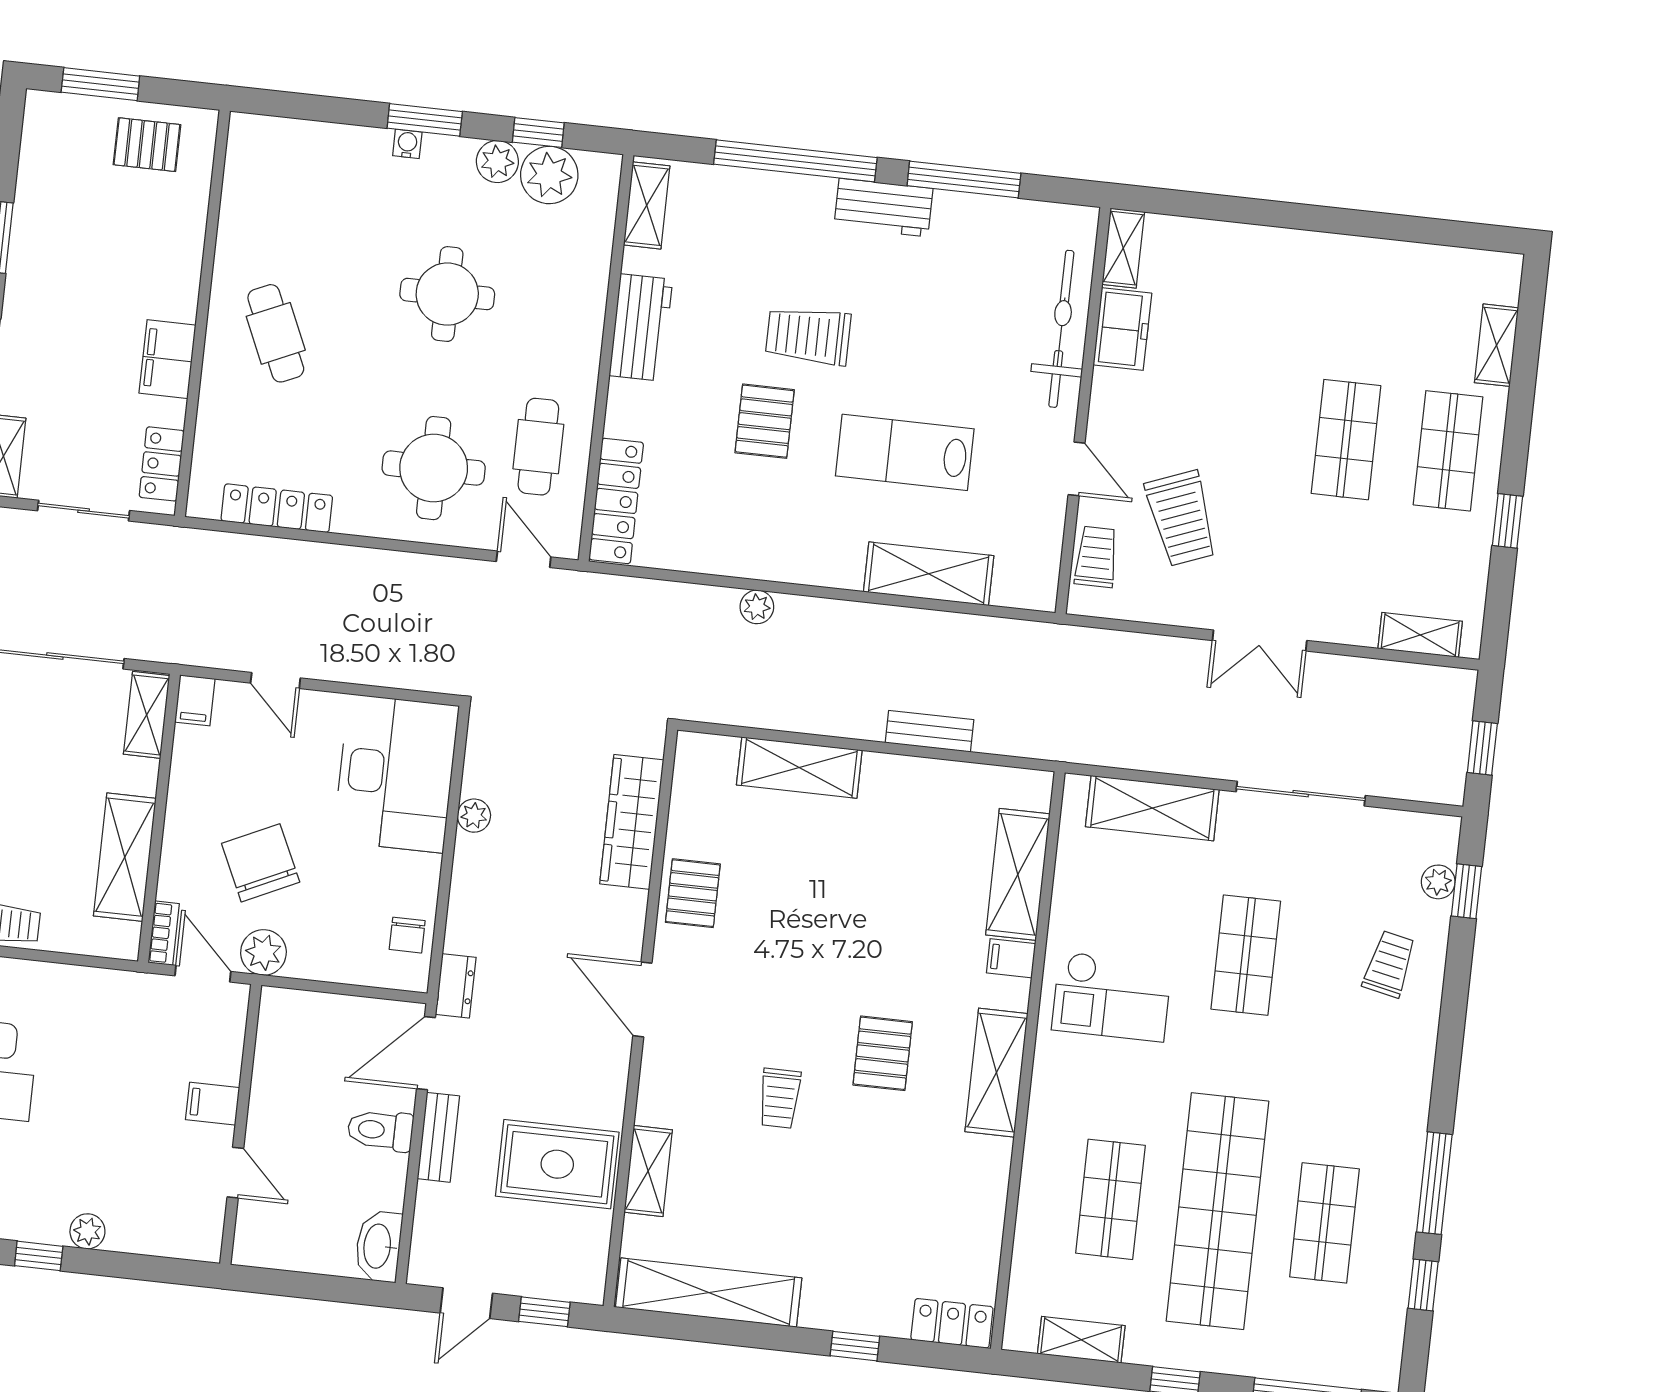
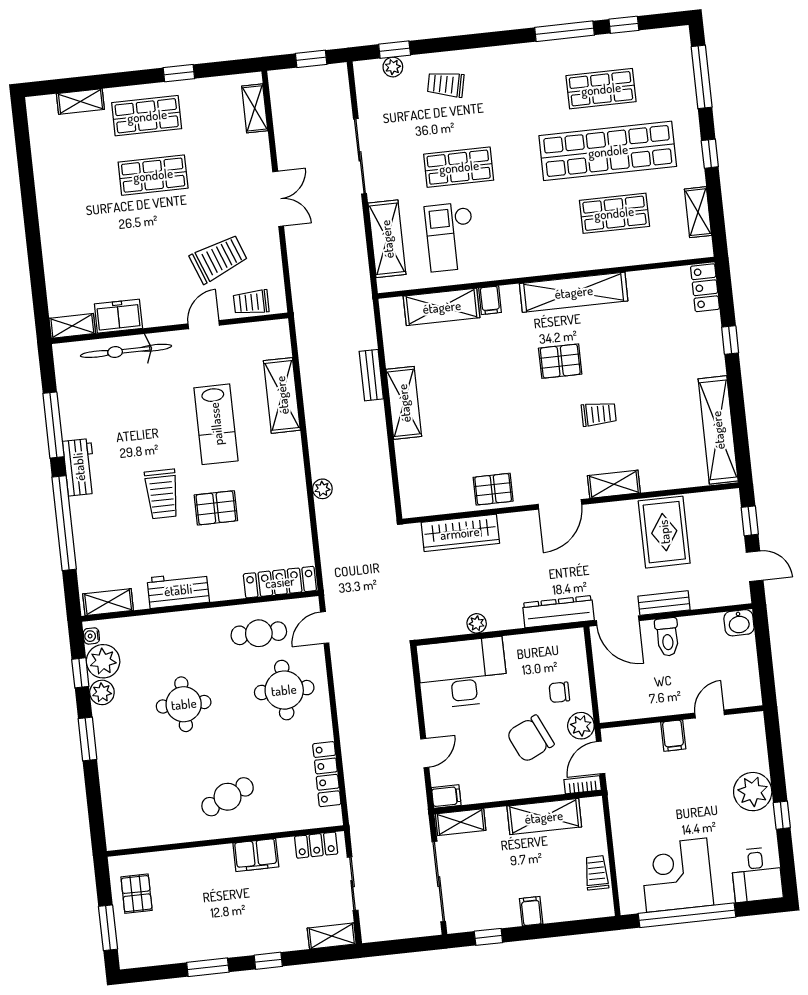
water cooler: (407, 144) -> (91, 636), moved
shelving: (799, 768) -> (404, 403), moved
chair: (407, 935) -> (559, 692), moved, turned 180
dresser: (456, 986) -> (558, 612), width x1.96, depth x1.24
checkout: (1112, 997) -> (450, 237), moved, turned 180
shelving: (996, 1073) -> (574, 292), width x1.47
shelving: (648, 1171) -> (614, 484), moved
plant: (87, 1231) -> (753, 792), width x1.88, depth x1.88
washbasin: (378, 1246) -> (739, 623), width x0.72

